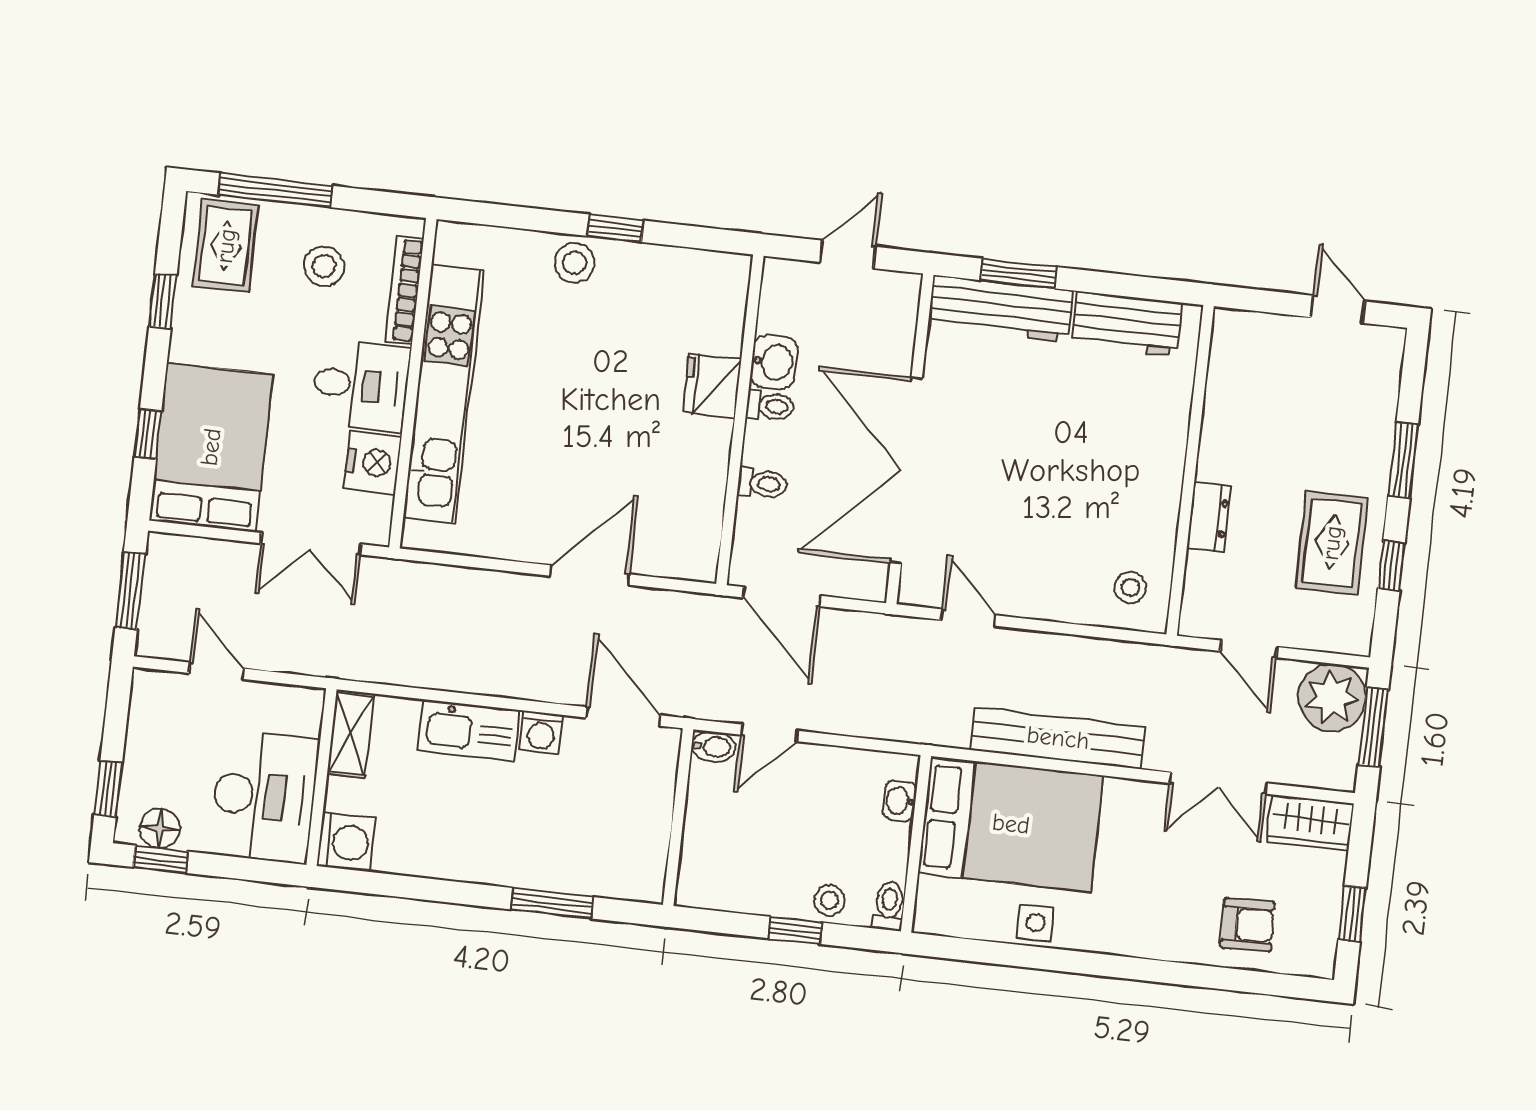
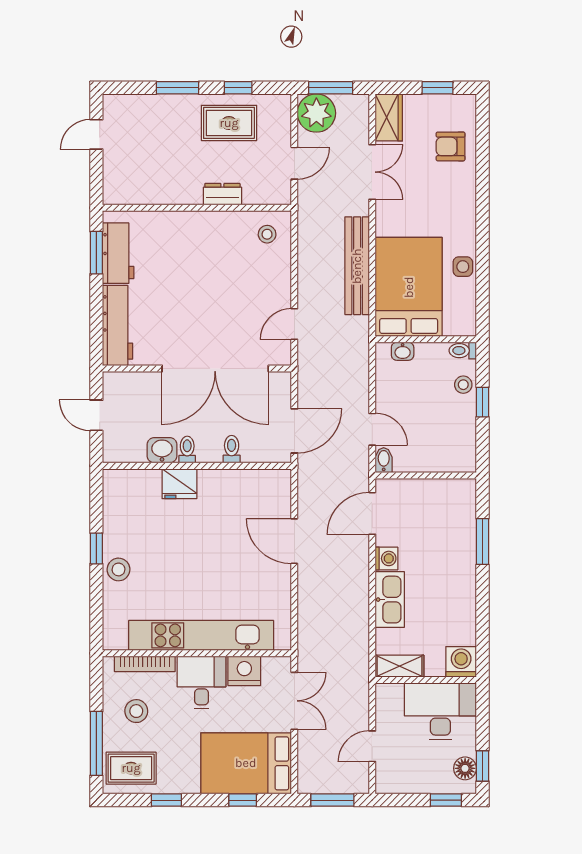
window: (1019, 274) -> (96, 253), moved
armchair: (1247, 925) -> (451, 146), turned -88

